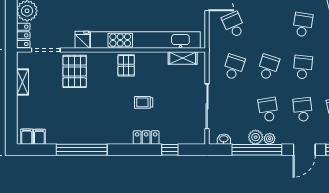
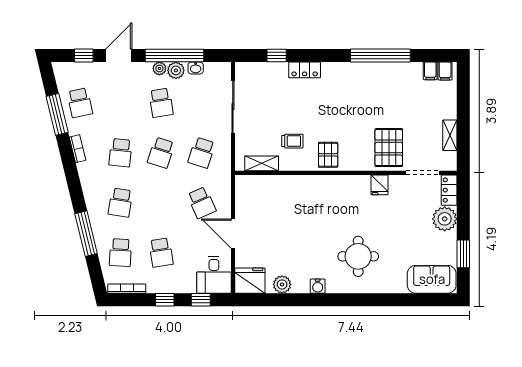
kitchen unit: (145, 40) -> (305, 185), removed
trolley: (144, 102) -> (292, 141), moved
school desk: (303, 110) -> (120, 103), removed
washbasin: (224, 139) -> (196, 68), moved

